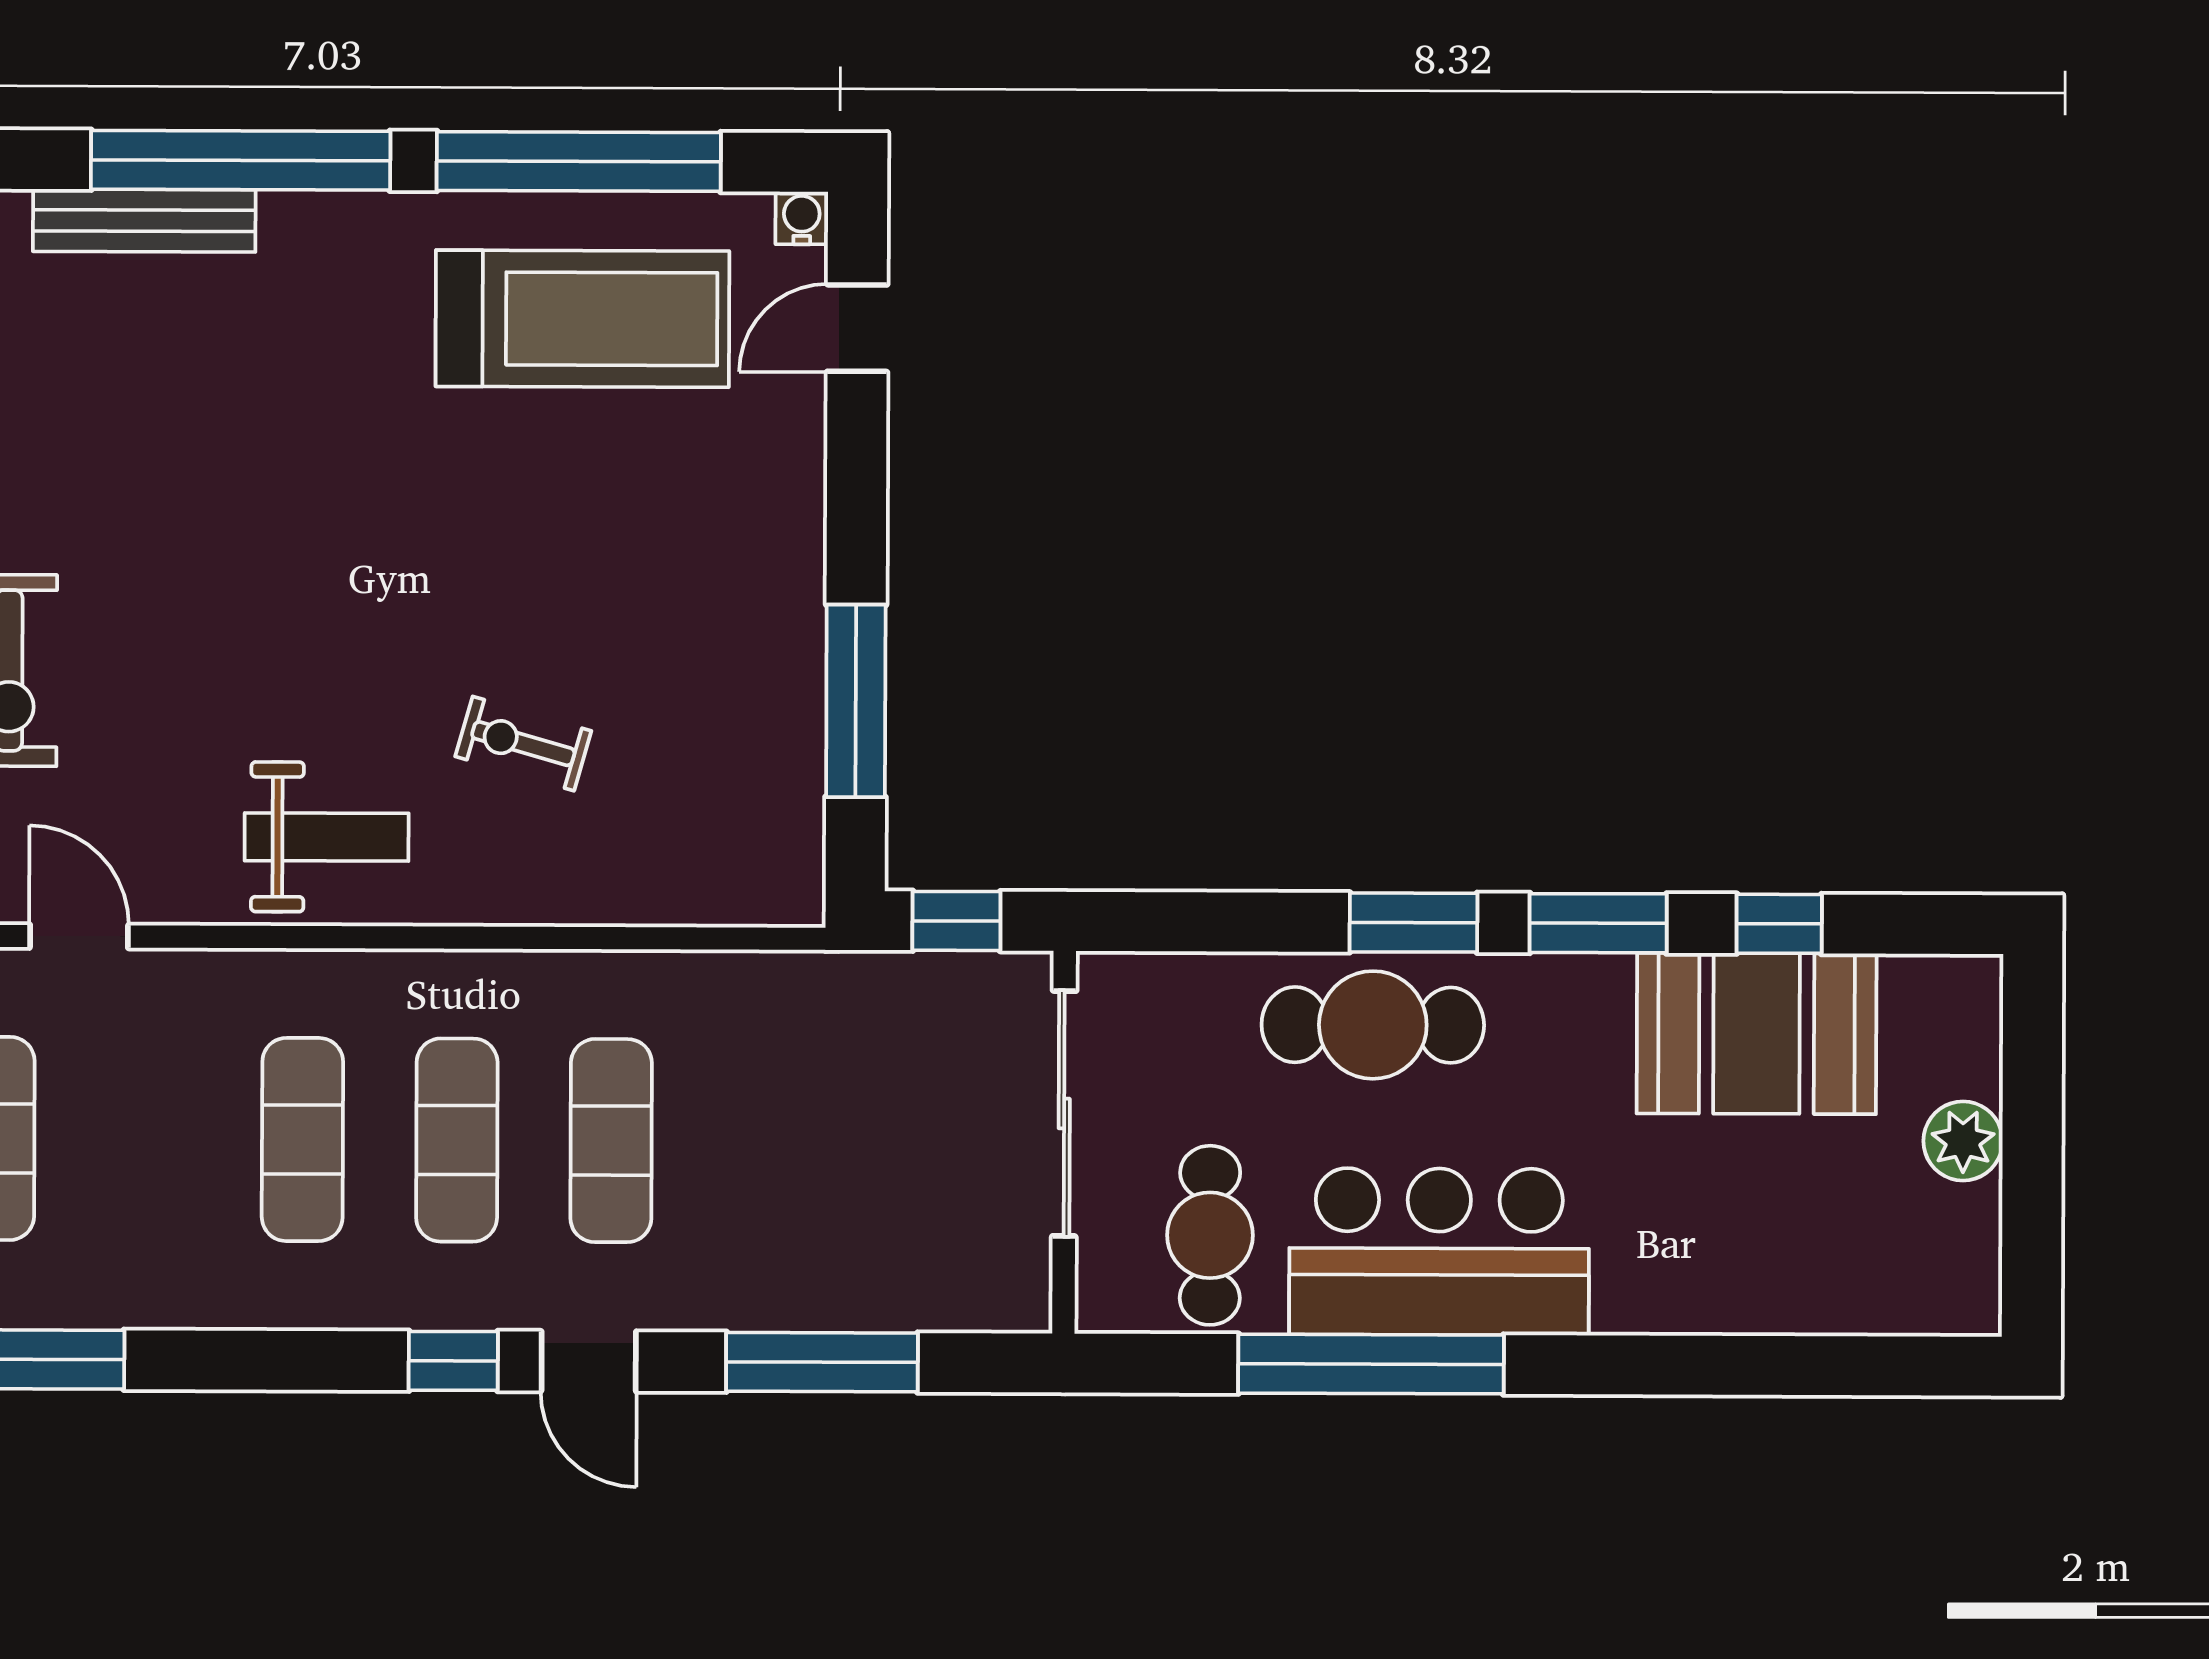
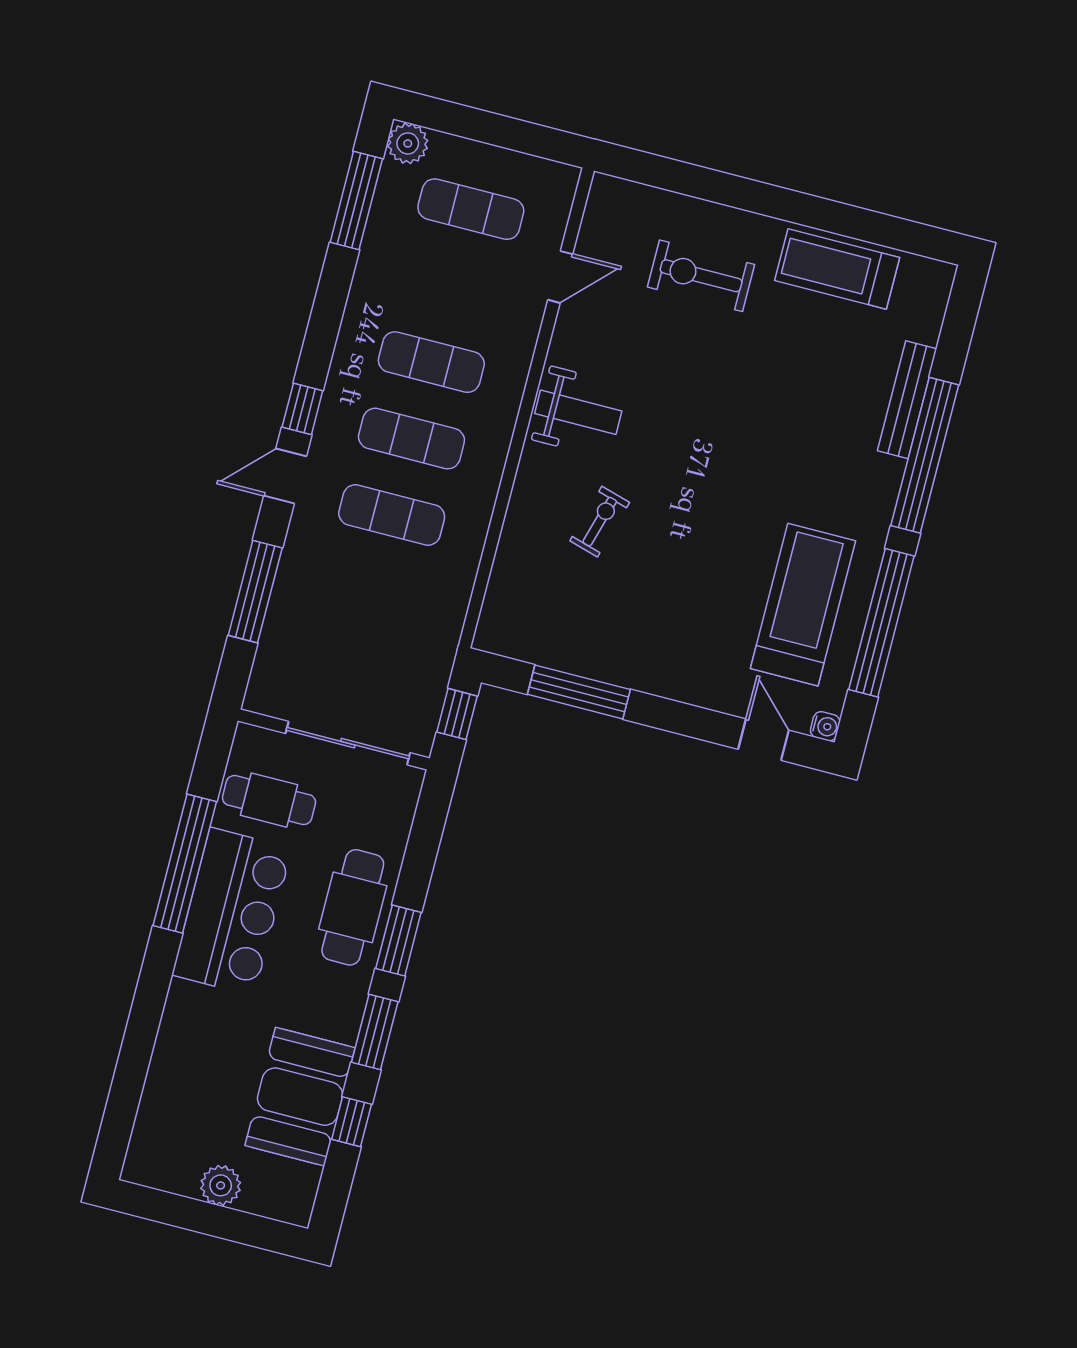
treadmill: (582, 319) -> (803, 605), turned 180
weight bench: (327, 837) -> (578, 412), turned -90

